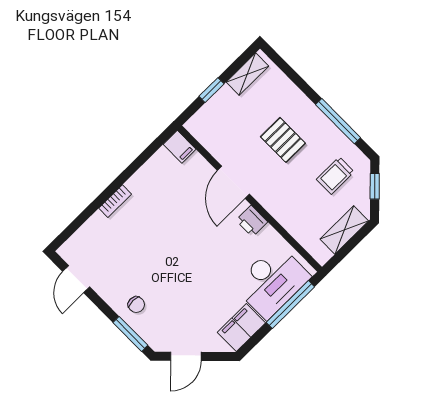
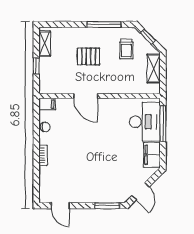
printer: (252, 221) -> (110, 105), removed
chair: (136, 305) -> (45, 127), moved

